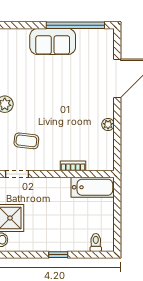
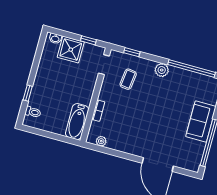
plant: (108, 124) -> (101, 141), moved
window: (58, 255) -> (28, 93), moved

